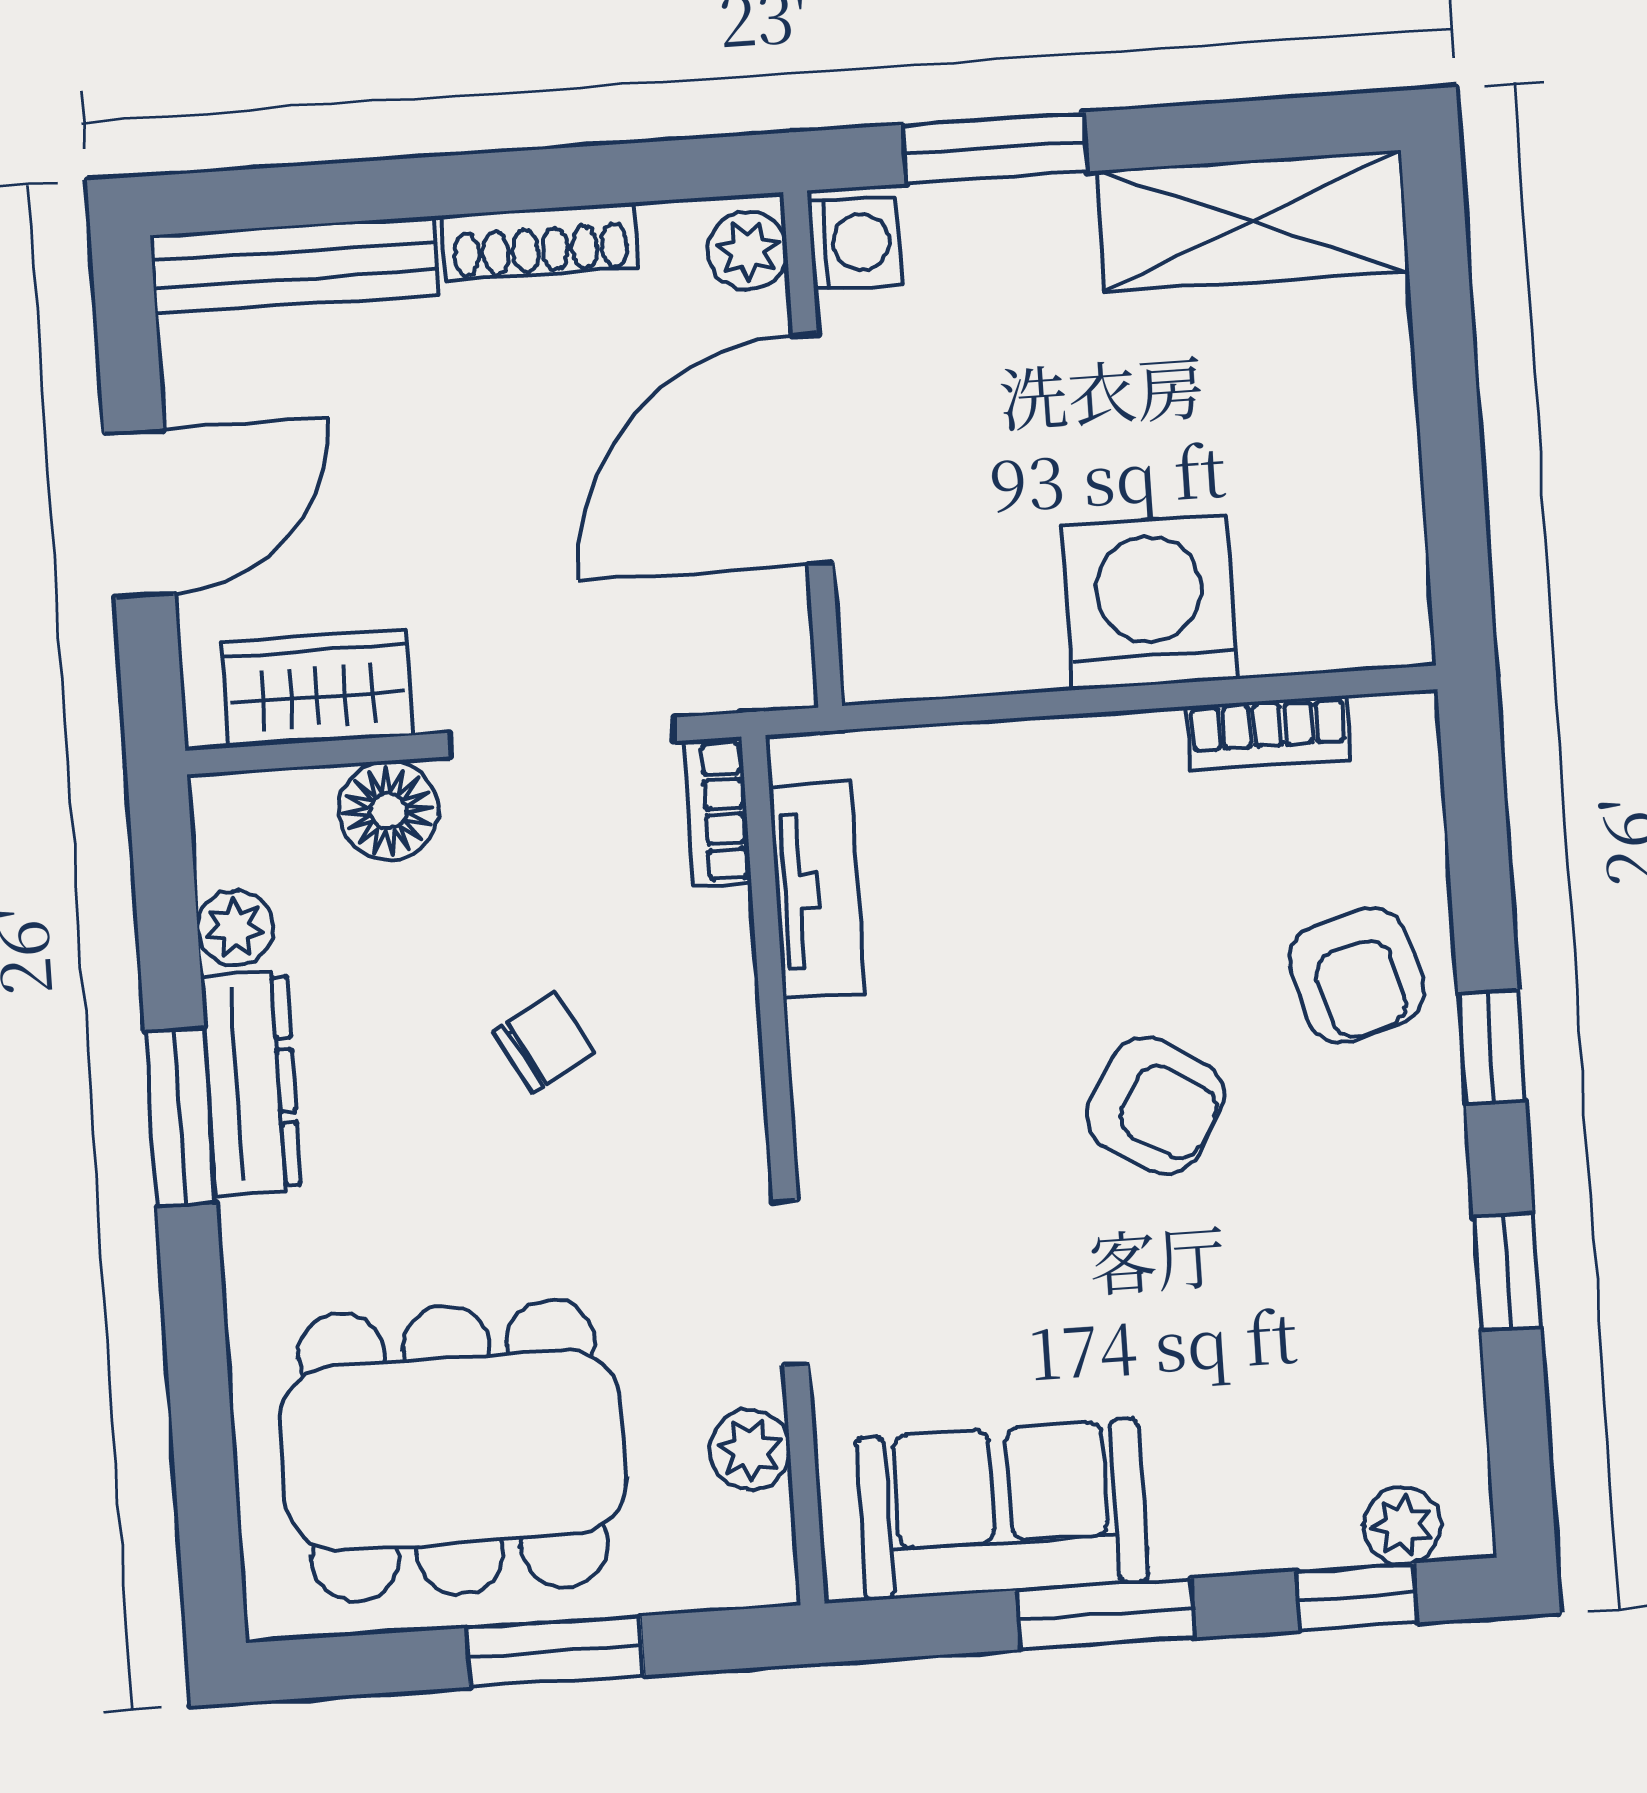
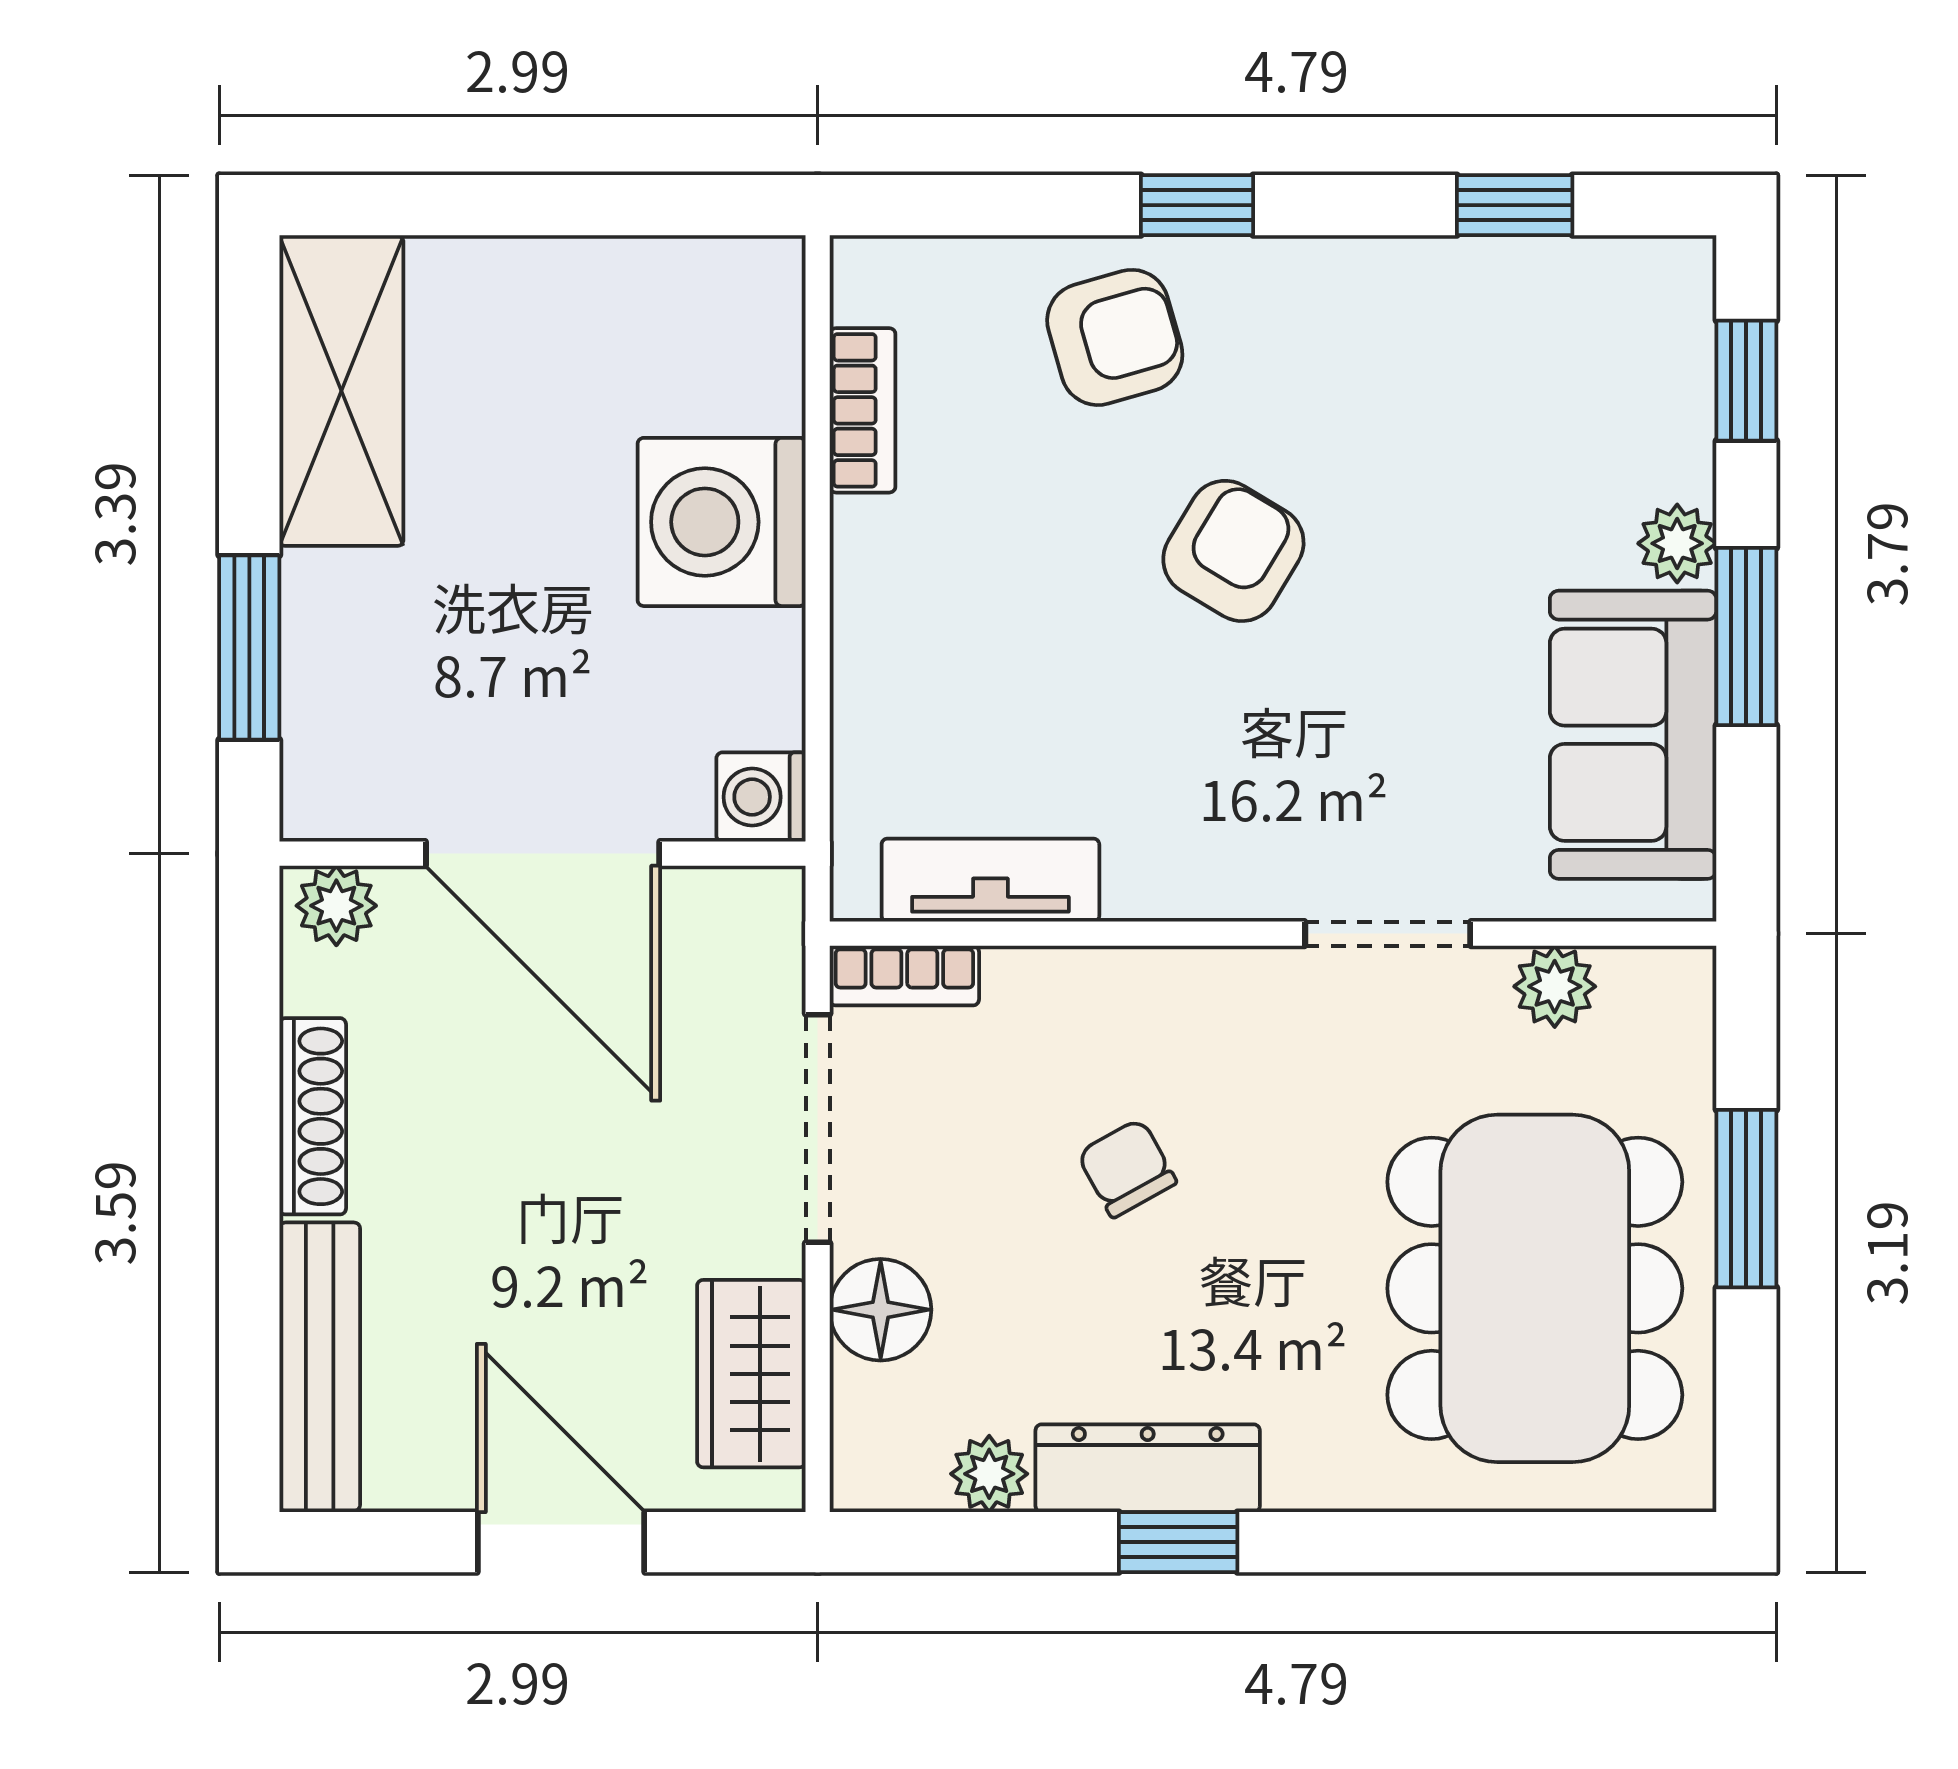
washing machine: (854, 243) -> (761, 797), moved, turned -90
window: (181, 1118) -> (1178, 1542), width x0.67
window: (1507, 1271) -> (1515, 205), moved
plant: (1402, 1526) -> (1677, 543), moved

